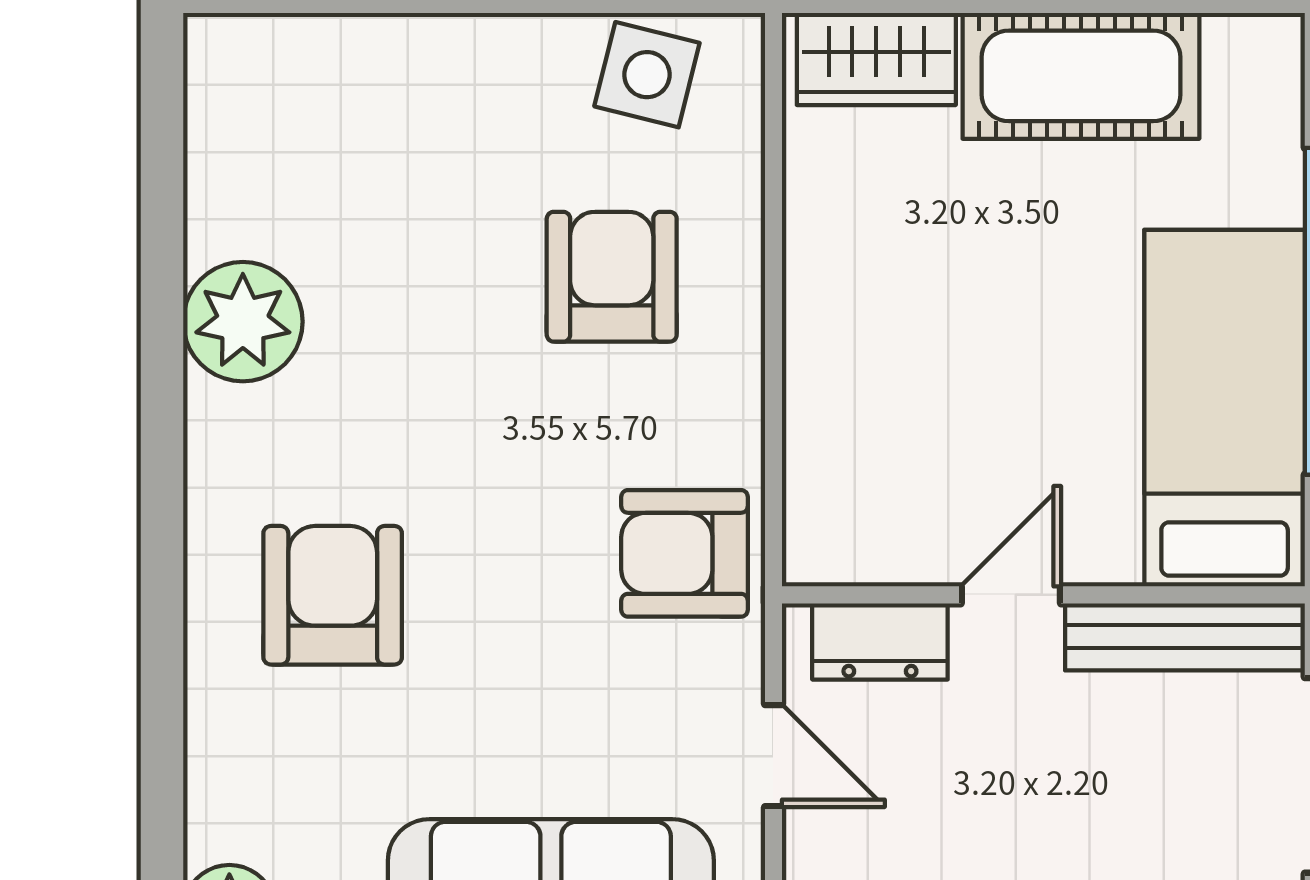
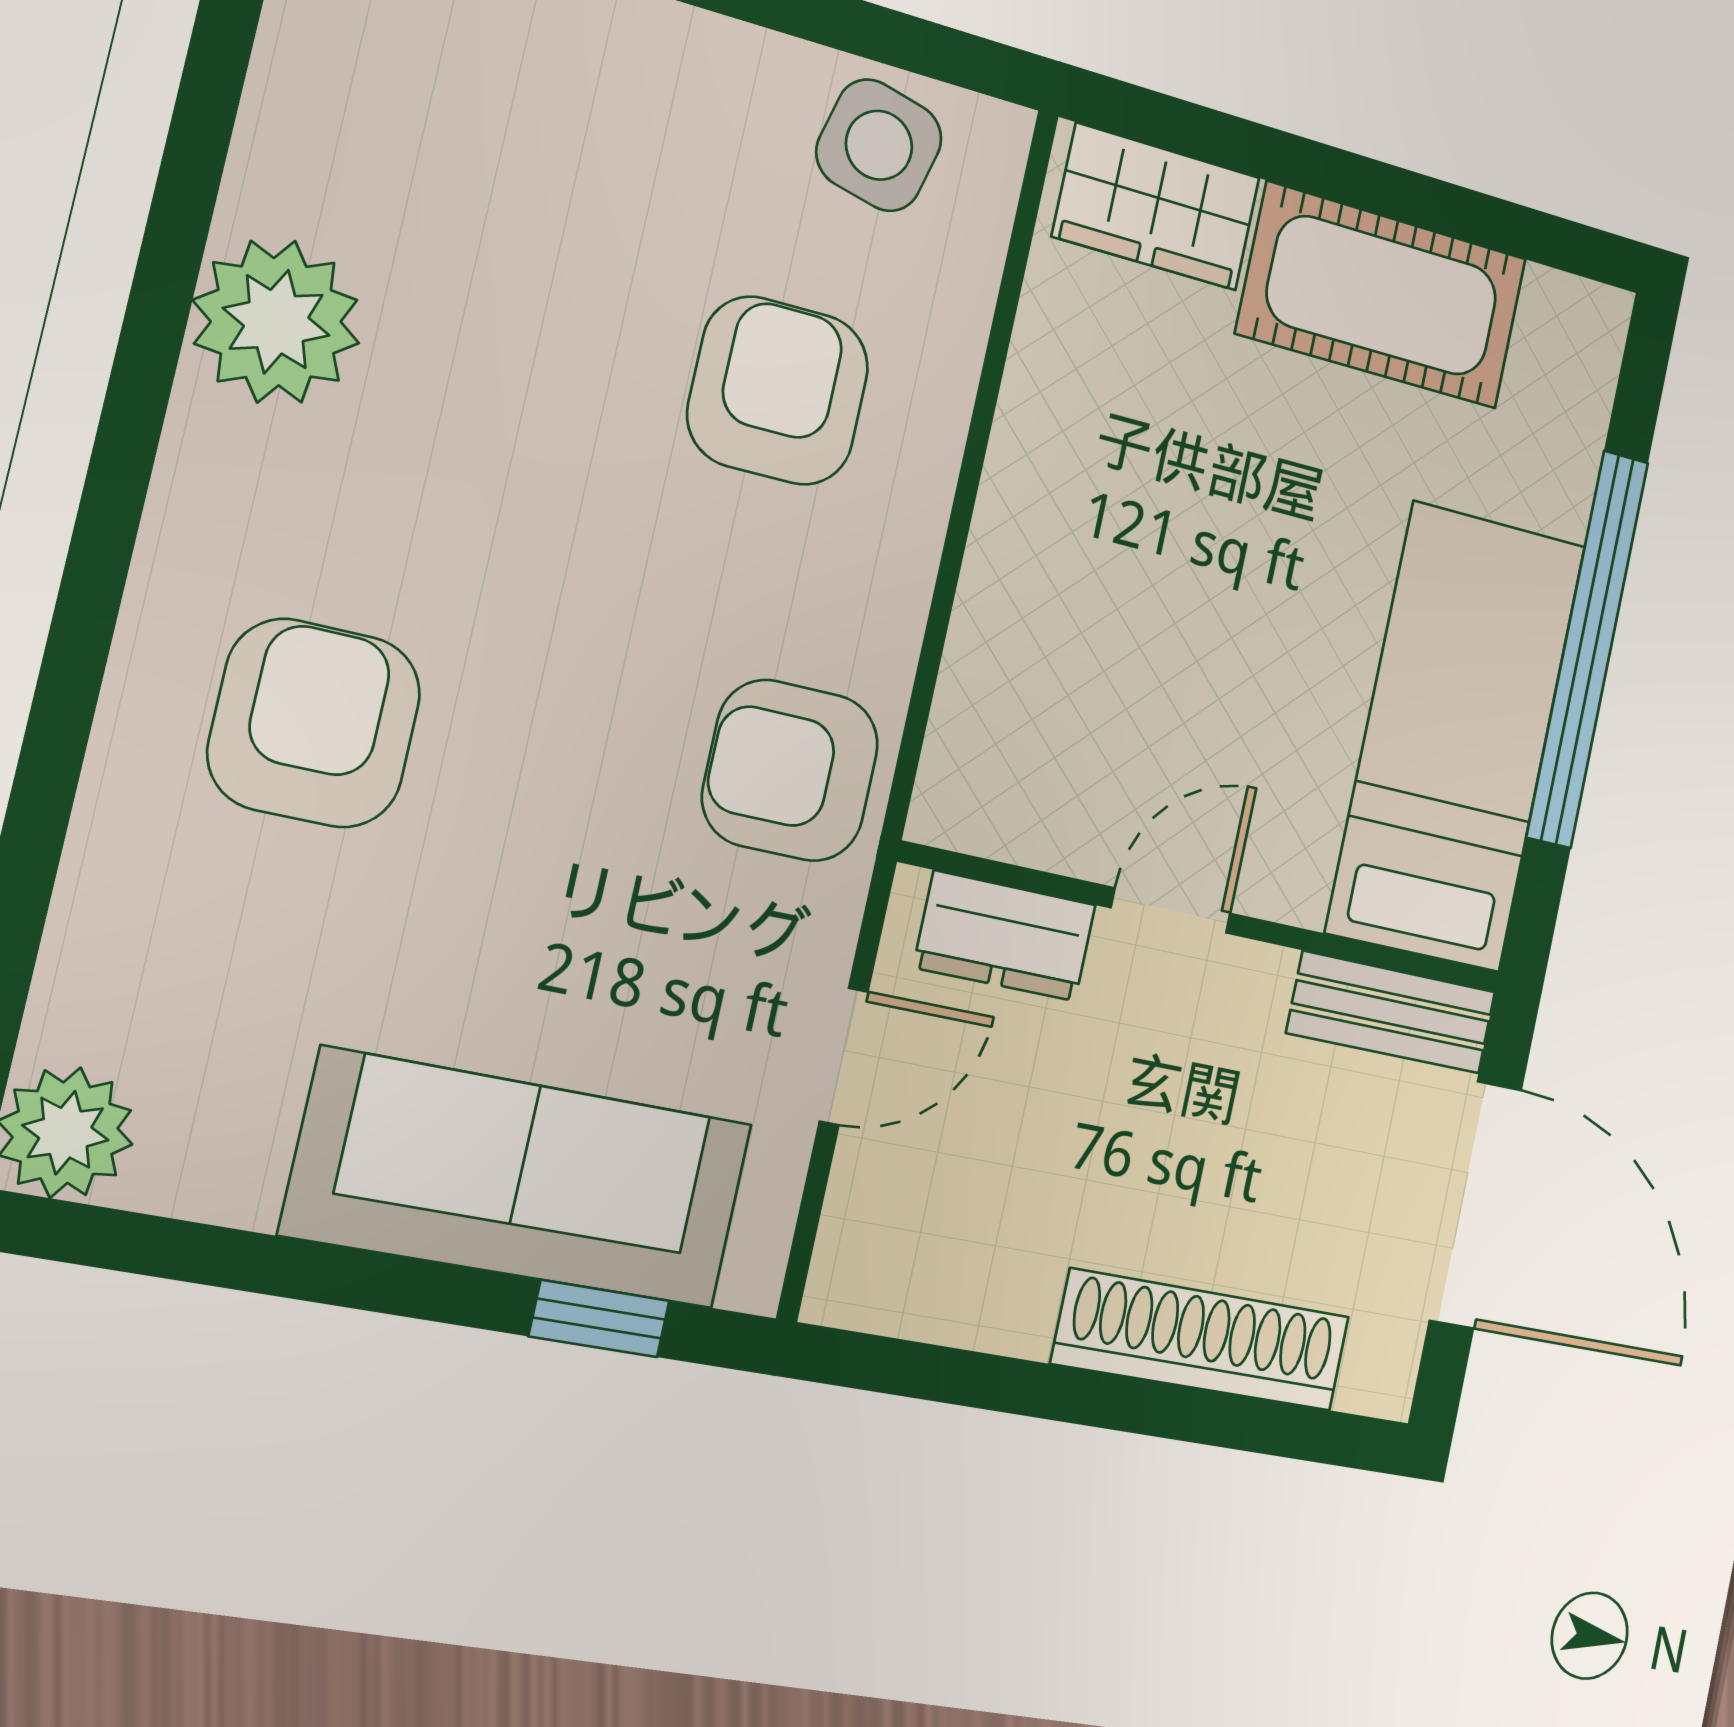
bench: (1185, 637) -> (1391, 1012), width x0.73
door: (773, 756) -> (844, 1056), hinge flipped

